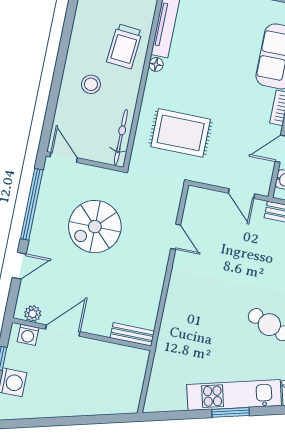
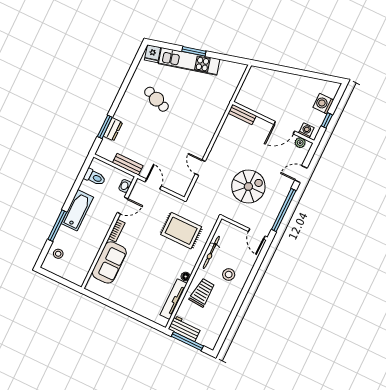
bicycle: (121, 137) -> (211, 252), moved

